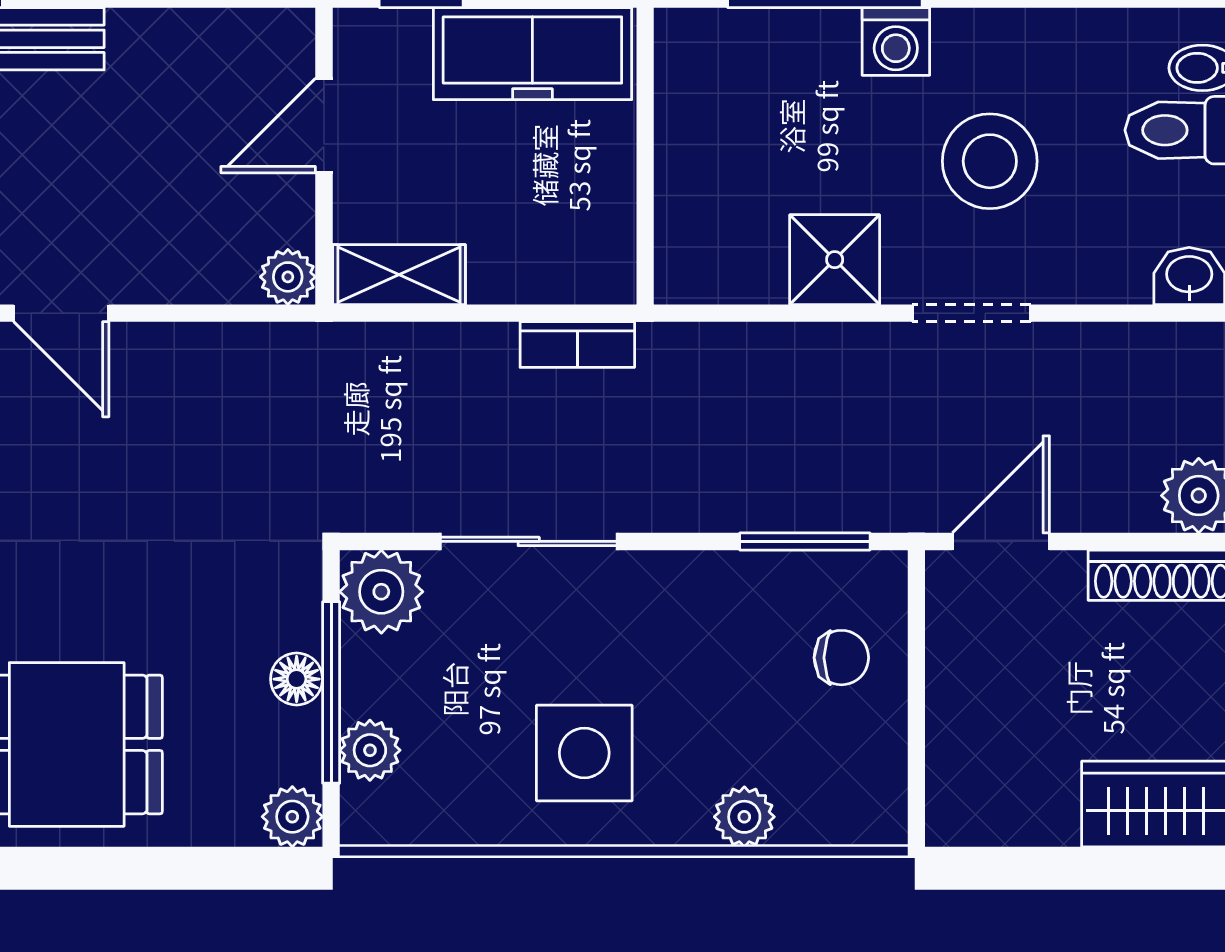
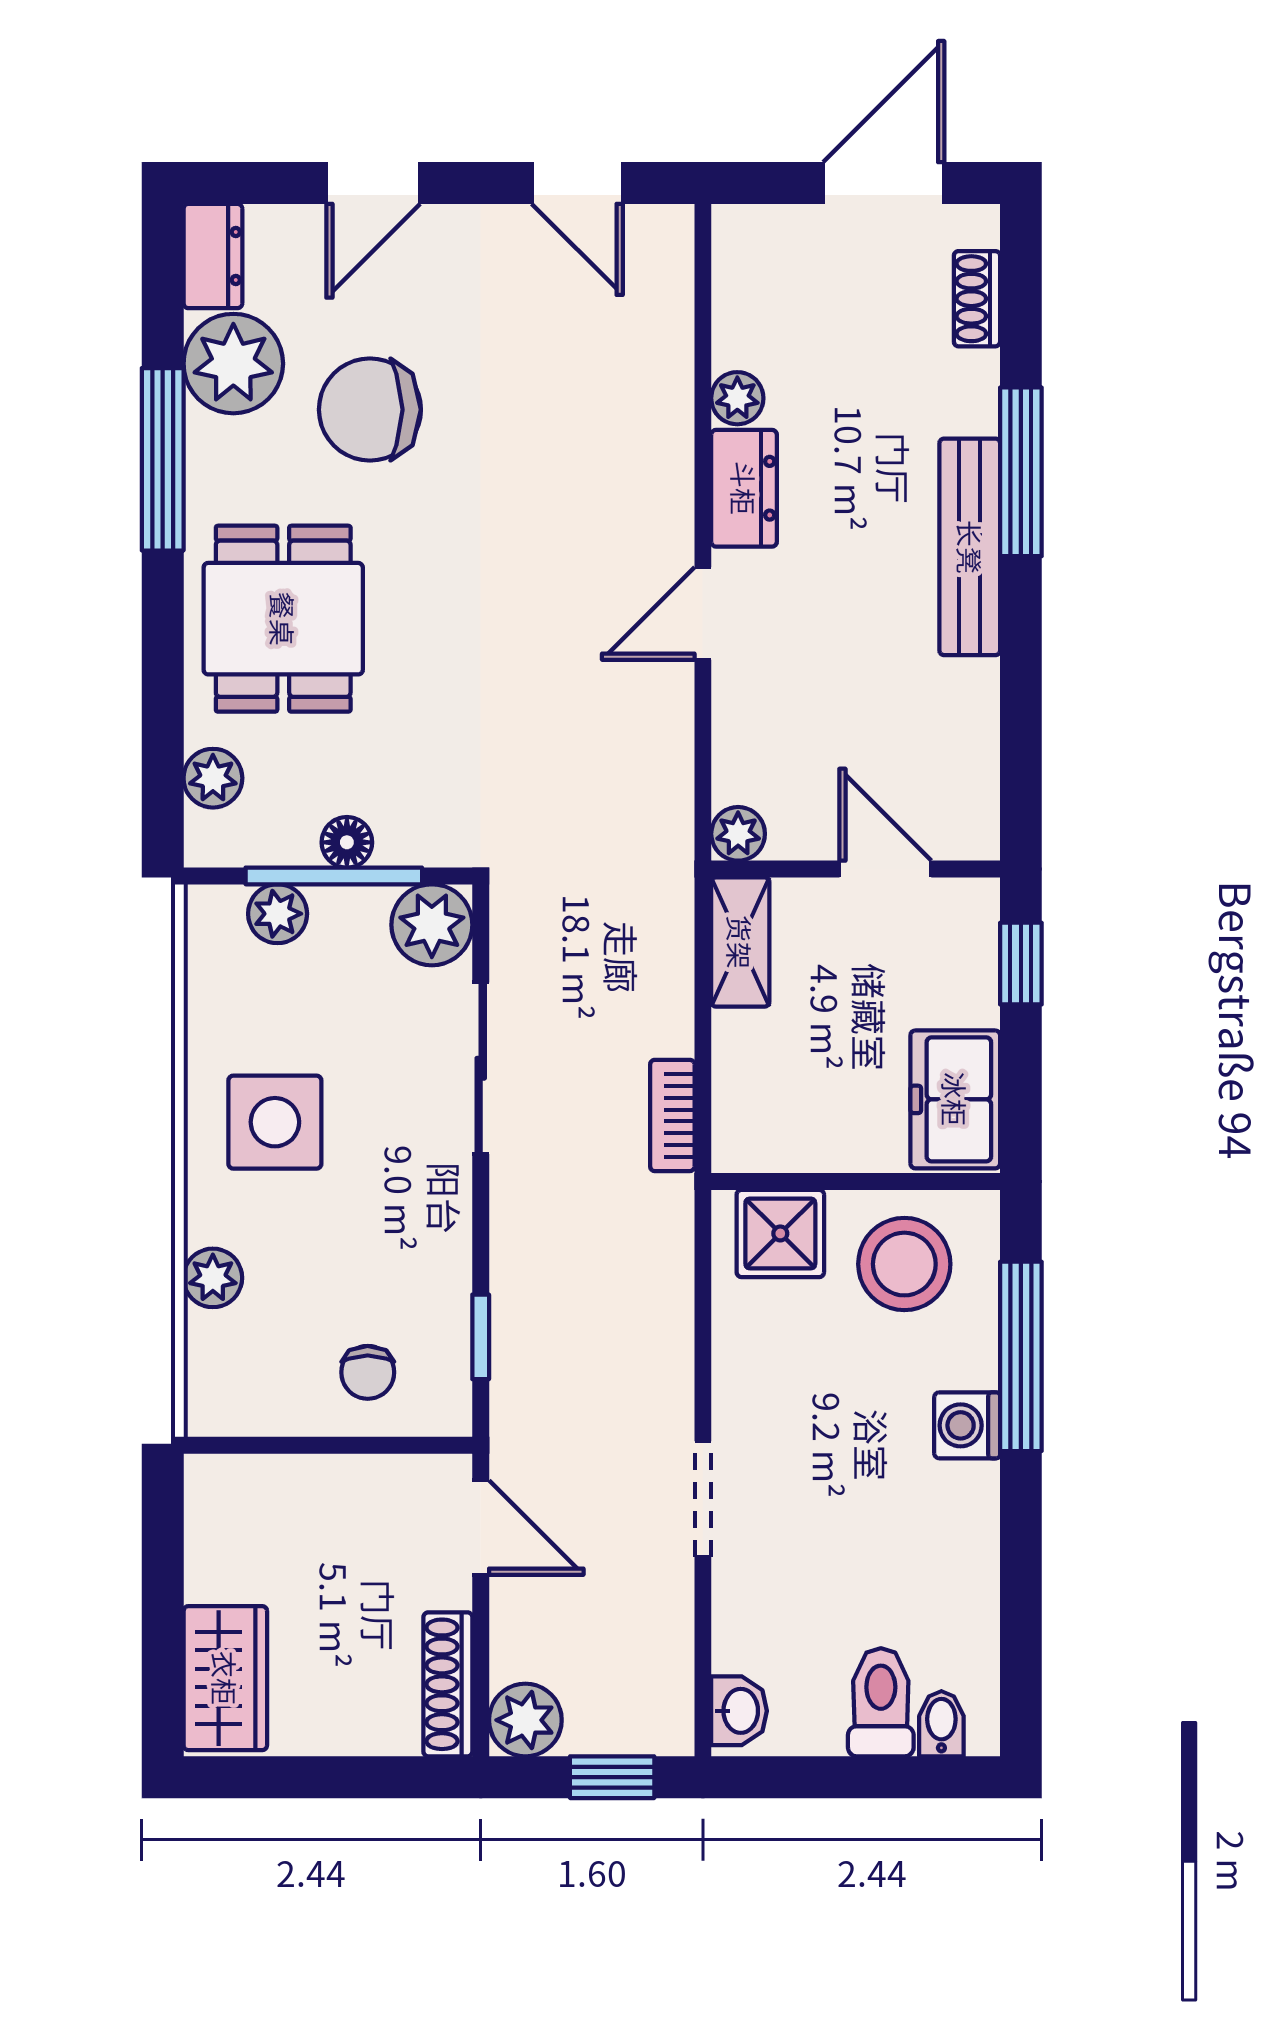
freezer: (532, 54) -> (955, 1099), width x0.71
stool: (990, 161) -> (904, 1264), moved
shower: (835, 260) -> (780, 1233), moved
window: (805, 541) -> (481, 1337), width x0.67
plant: (292, 817) -> (213, 778), moved

